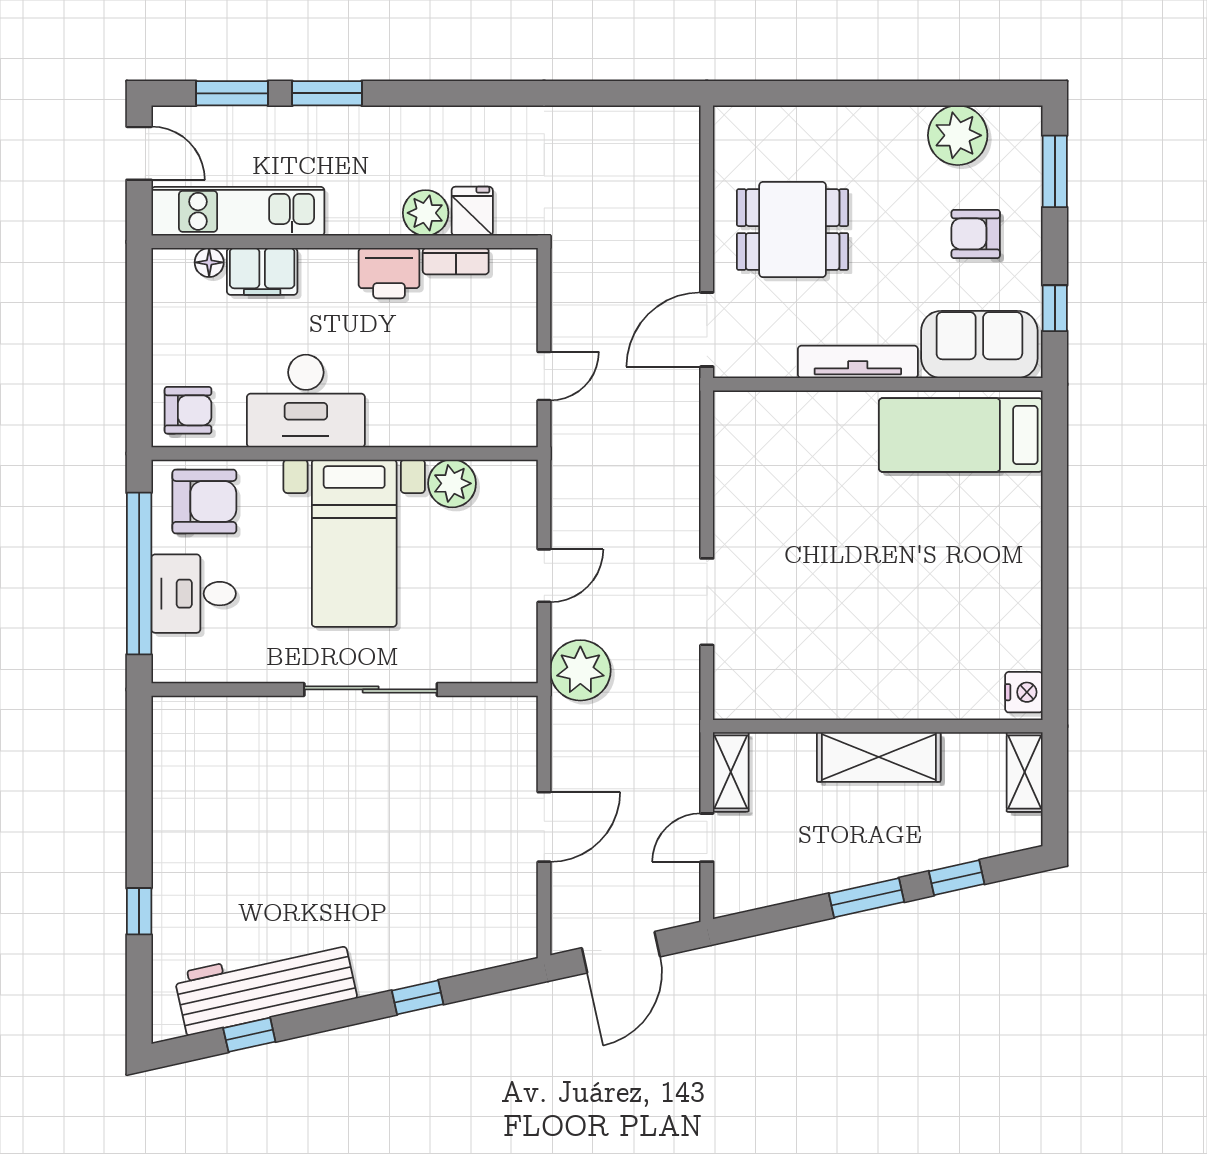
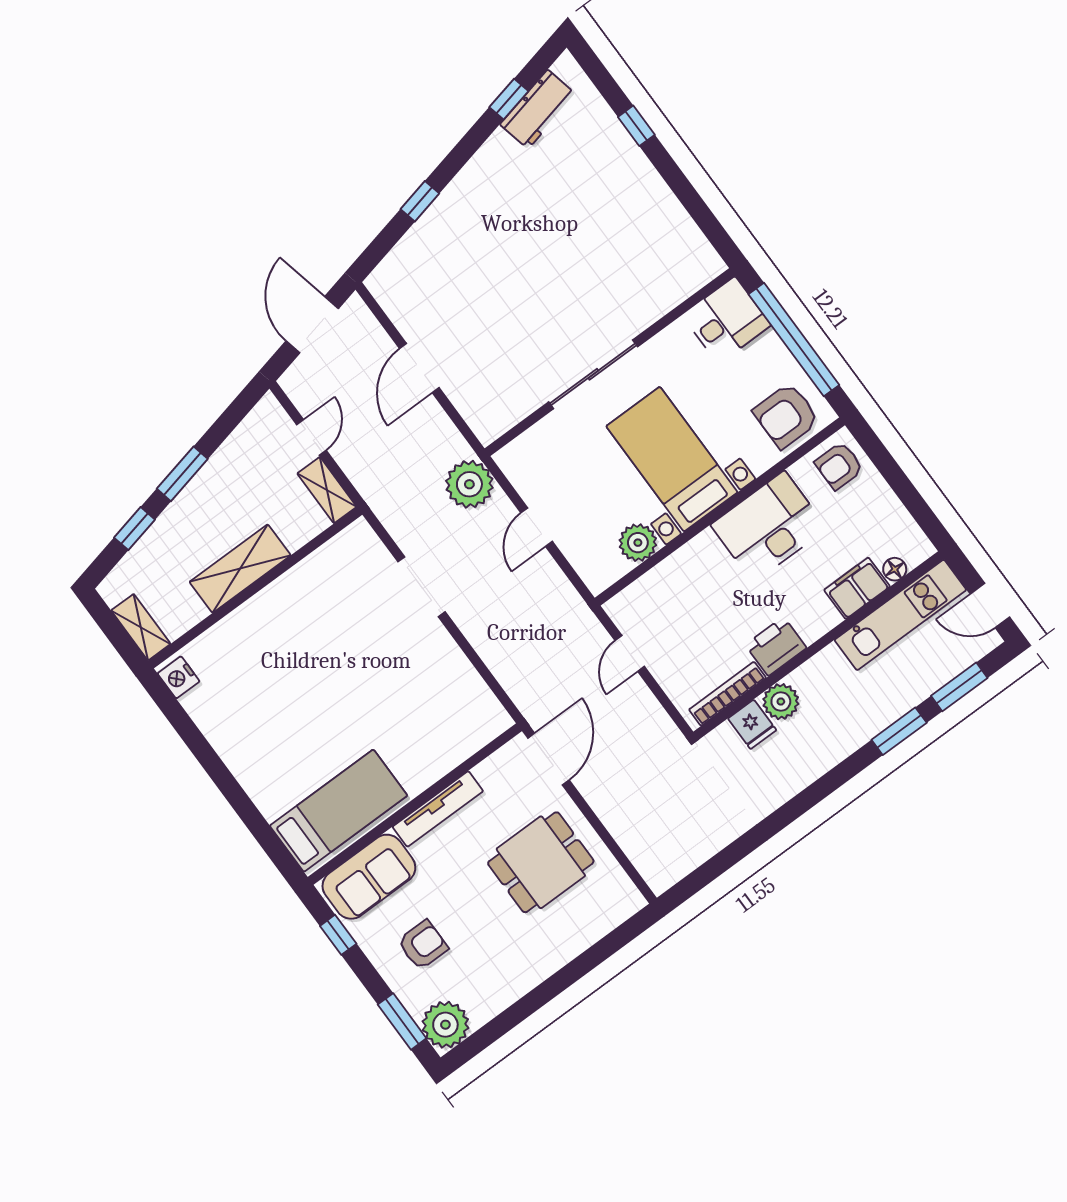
plant: (958, 135) -> (445, 1025), moved
bookcase: (456, 261) -> (728, 694), width x1.56
desk: (194, 594) -> (726, 320), moved
workbench: (265, 986) -> (538, 109), width x0.53, depth x0.76

